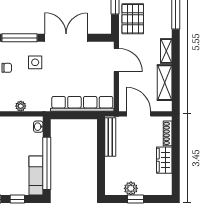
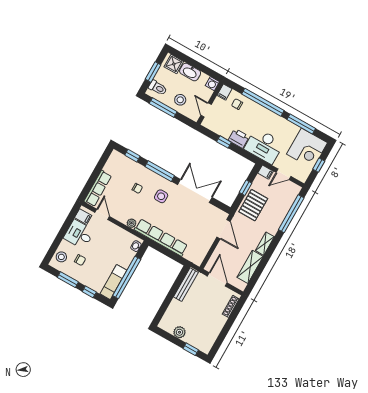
row of seats: (82, 104) -> (161, 238), moved
wardrobe: (164, 160) -> (217, 325), removed
window: (135, 199) -> (191, 349), moved

